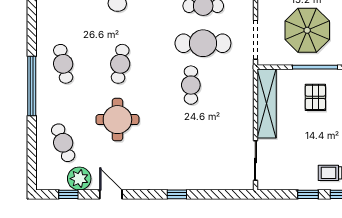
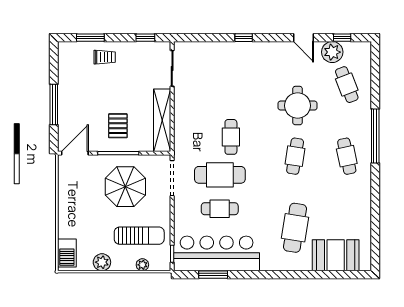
window: (308, 194) -> (145, 38), moved

